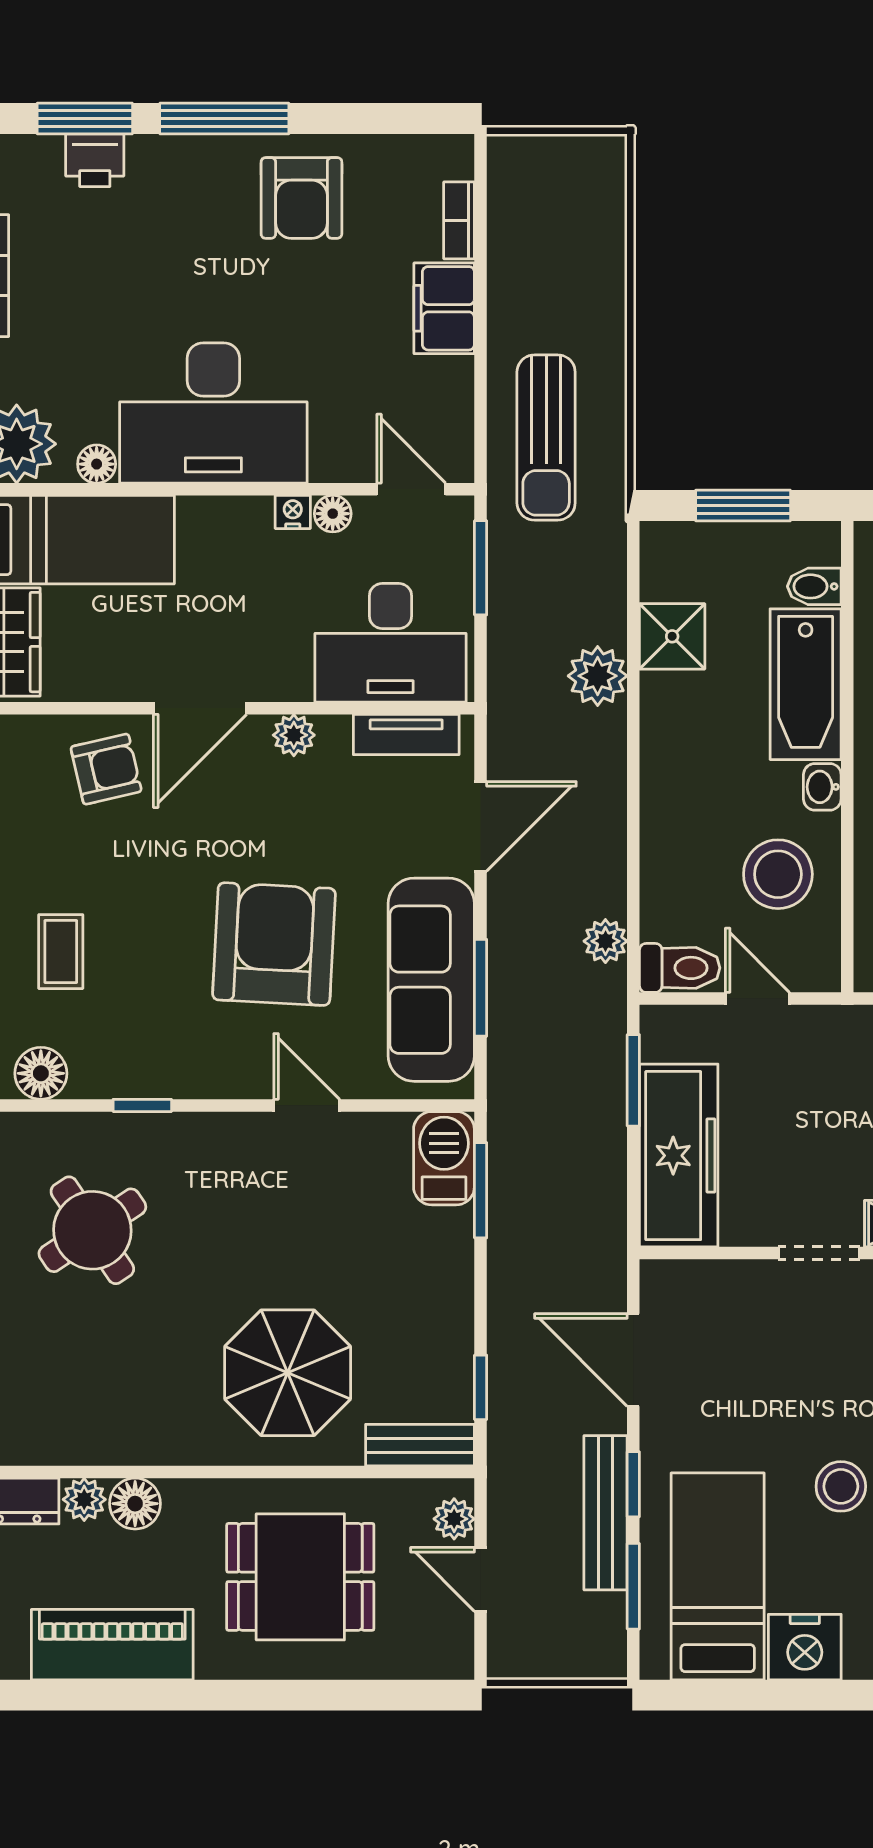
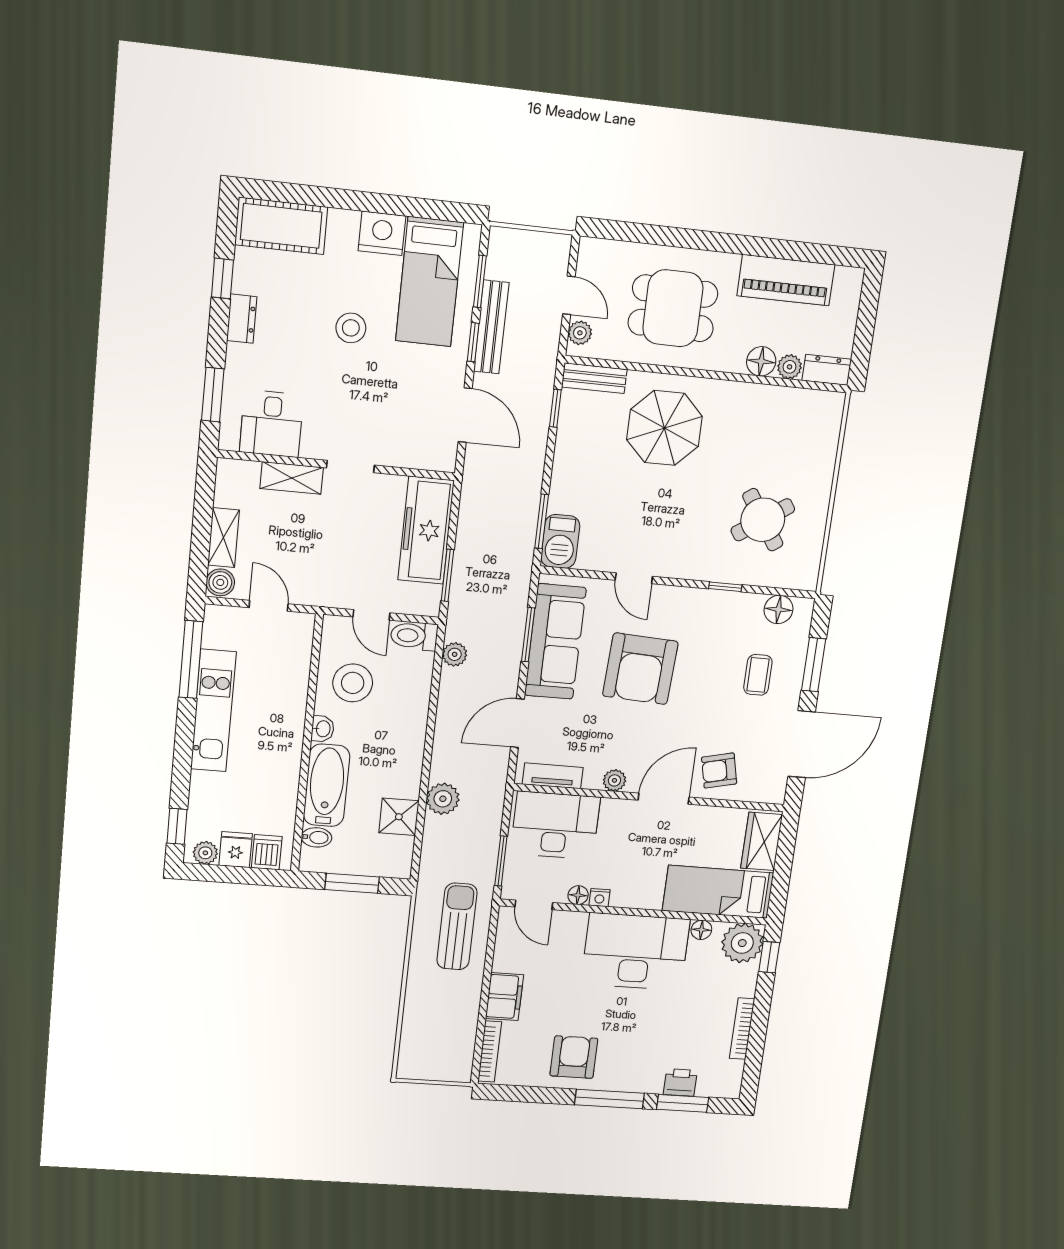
bookcase: (459, 220) -> (490, 1051), width x1.56

